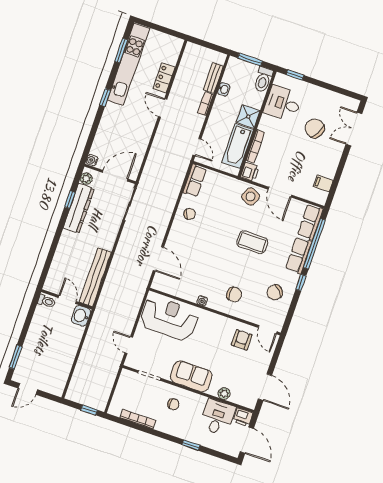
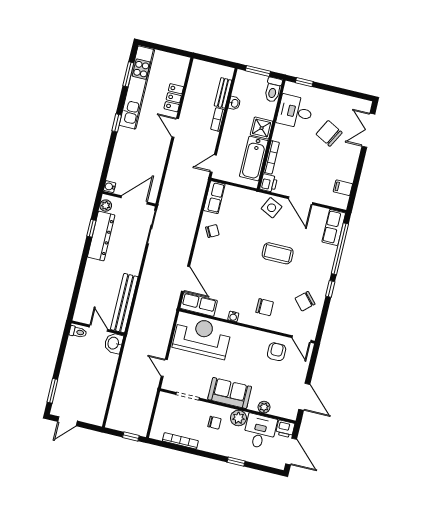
door: (197, 147) -> (213, 164), swing flipped
row of seats: (299, 255) -> (199, 304), moved, turned 90
plant: (198, 402) -> (238, 418), added

